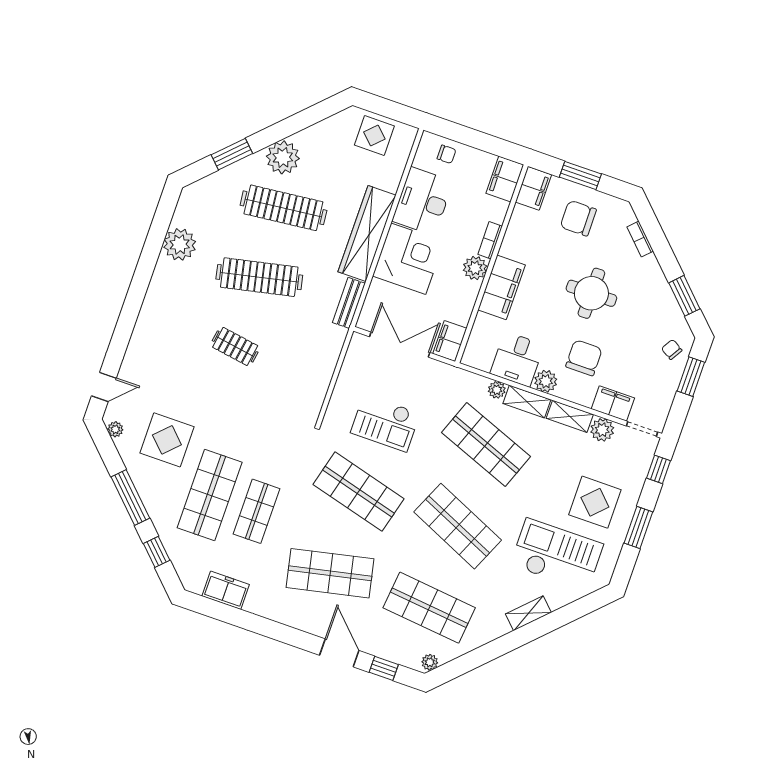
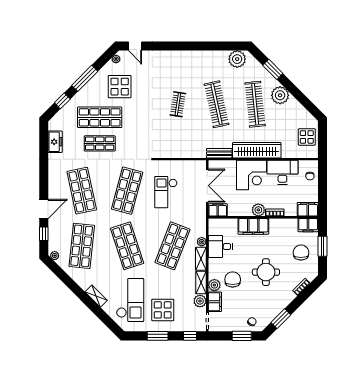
plant: (180, 244) -> (237, 59), moved
chair: (584, 358) -> (233, 279), turned -90
plant: (546, 381) -> (214, 285), moved
shop shelf: (458, 526) -> (127, 246), turned -42

